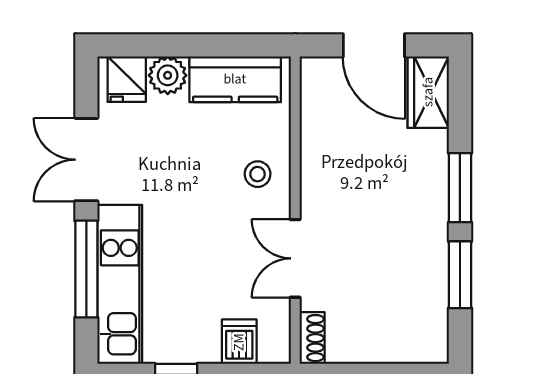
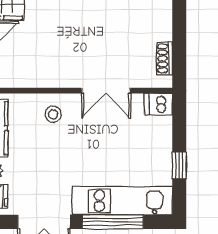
shoe rack: (312, 338) -> (164, 58), moved, turned -90
dishwasher: (239, 342) -> (158, 104), moved

